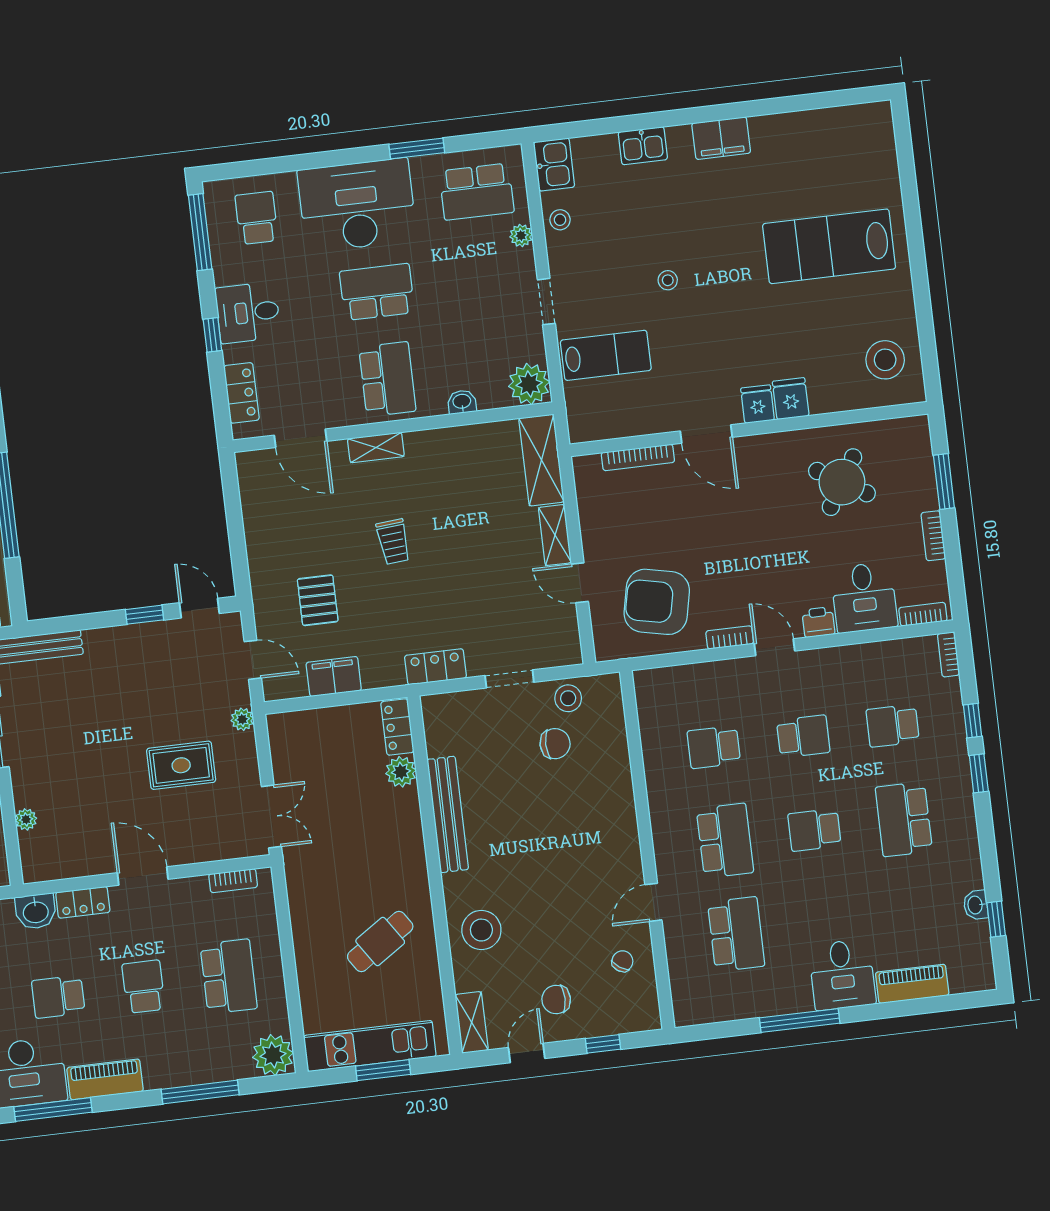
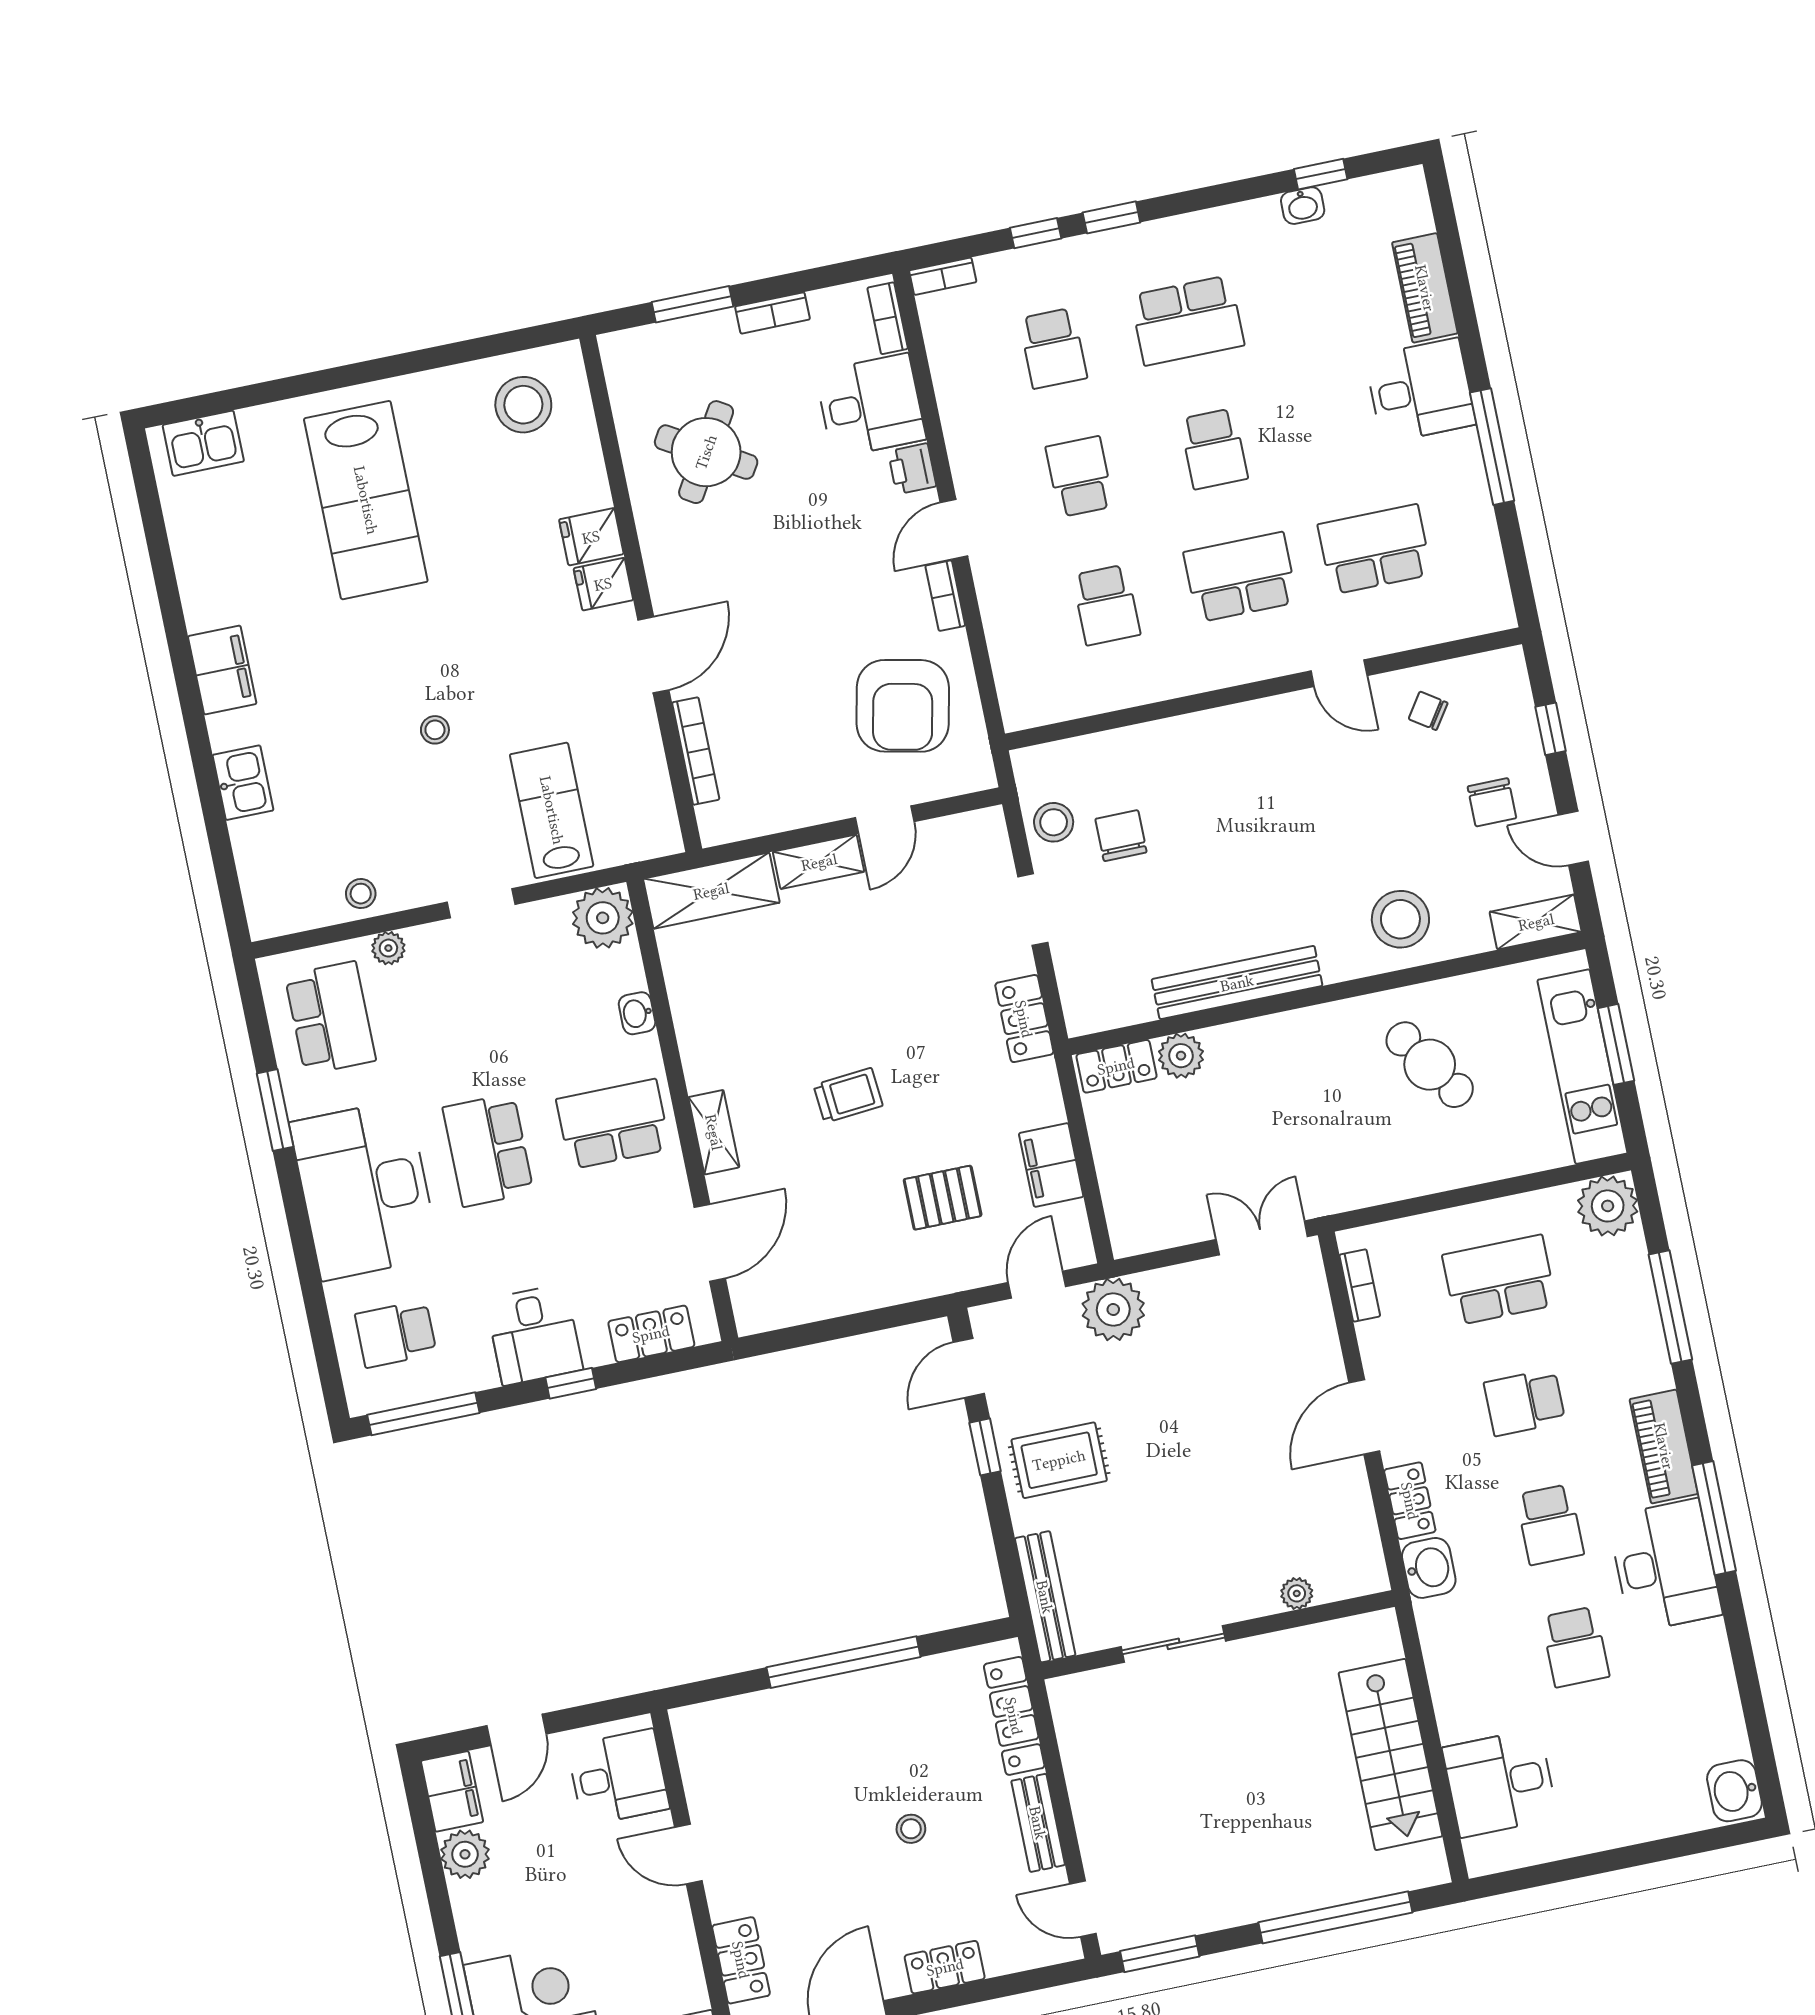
kitchen sink: (554, 165) -> (203, 443), moved, turned 180
plant: (242, 719) -> (1113, 1310), width x1.88, depth x1.88
rug: (181, 765) -> (1059, 1460), moved, turned 90

